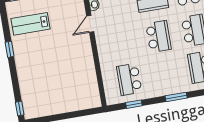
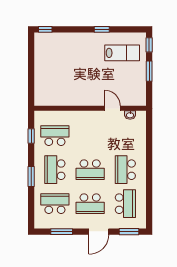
lab bench: (31, 24) -> (122, 53), turned 90
school desk: (165, 73) -> (55, 170), added

